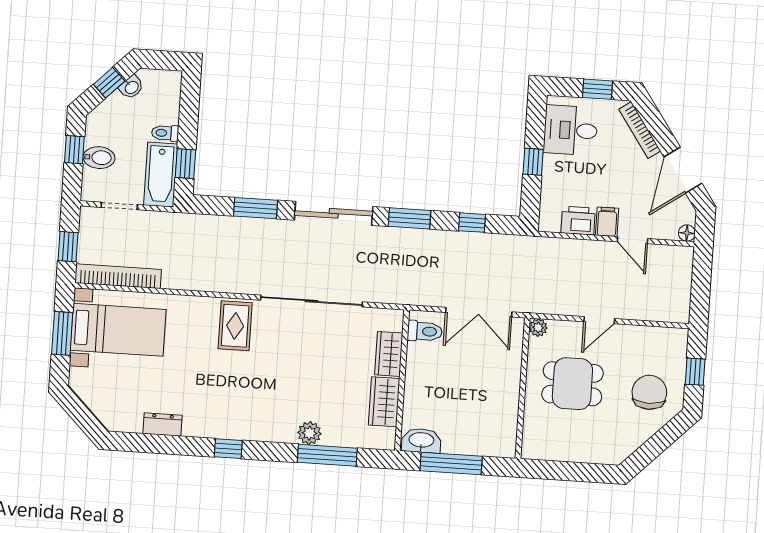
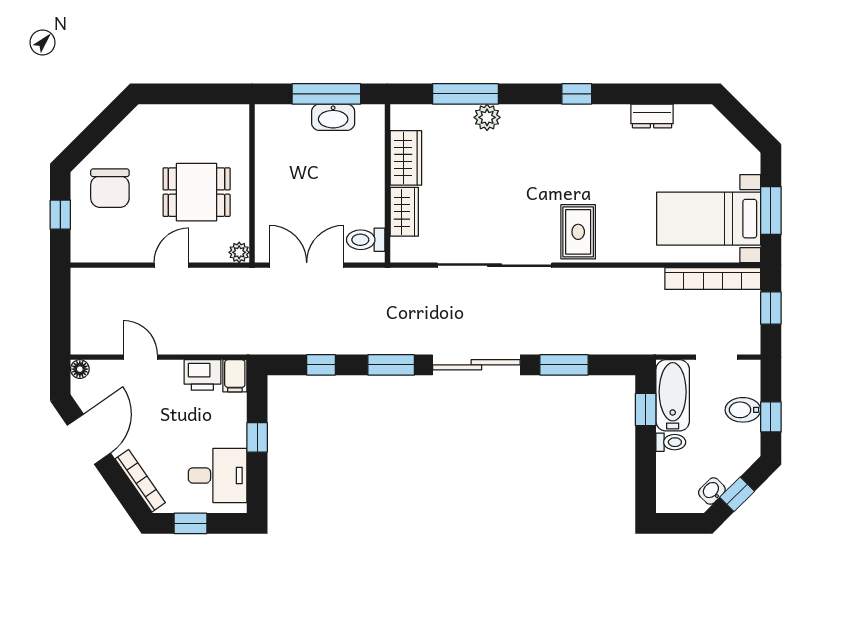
filing cabinet: (607, 222) -> (235, 376), moved
washbasin: (421, 441) -> (333, 117), moved

